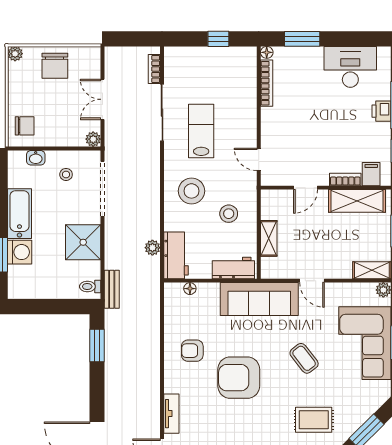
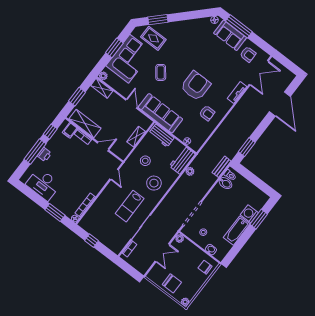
chair: (55, 66) -> (172, 283), turned 90
shower: (83, 242) -> (218, 197), removed
bidet: (88, 270) -> (225, 183), added
armchair: (239, 378) -> (196, 86), turned -90
rug: (314, 420) -> (153, 38), moved

